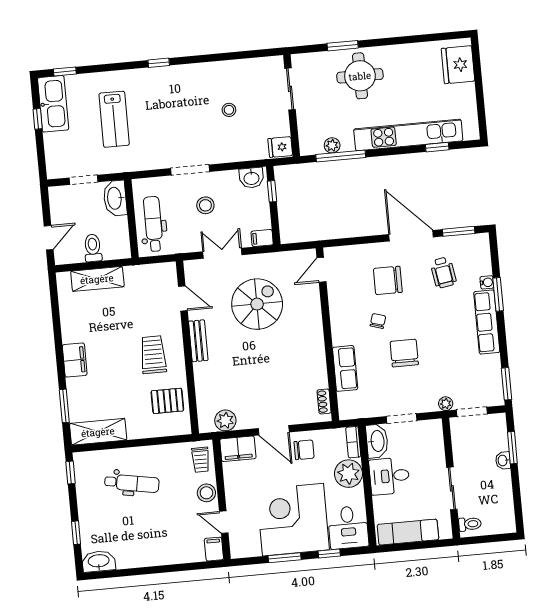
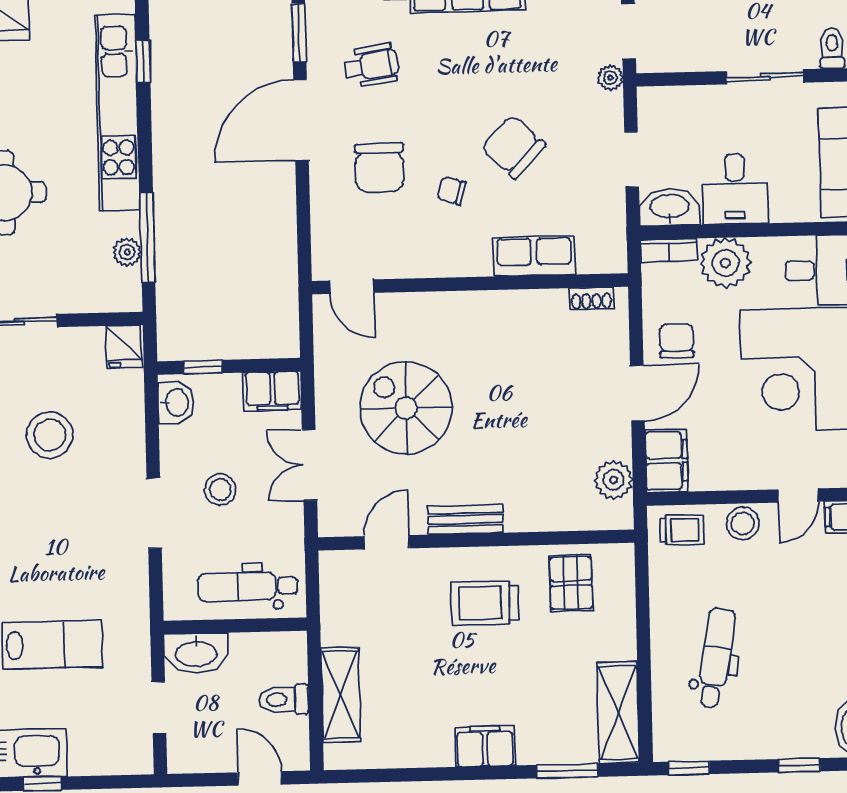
stool: (229, 110) -> (50, 435), width x1.89, depth x1.89
filing cabinet: (262, 238) -> (272, 391), width x2.00
chair: (404, 353) -> (513, 147), turned 44

